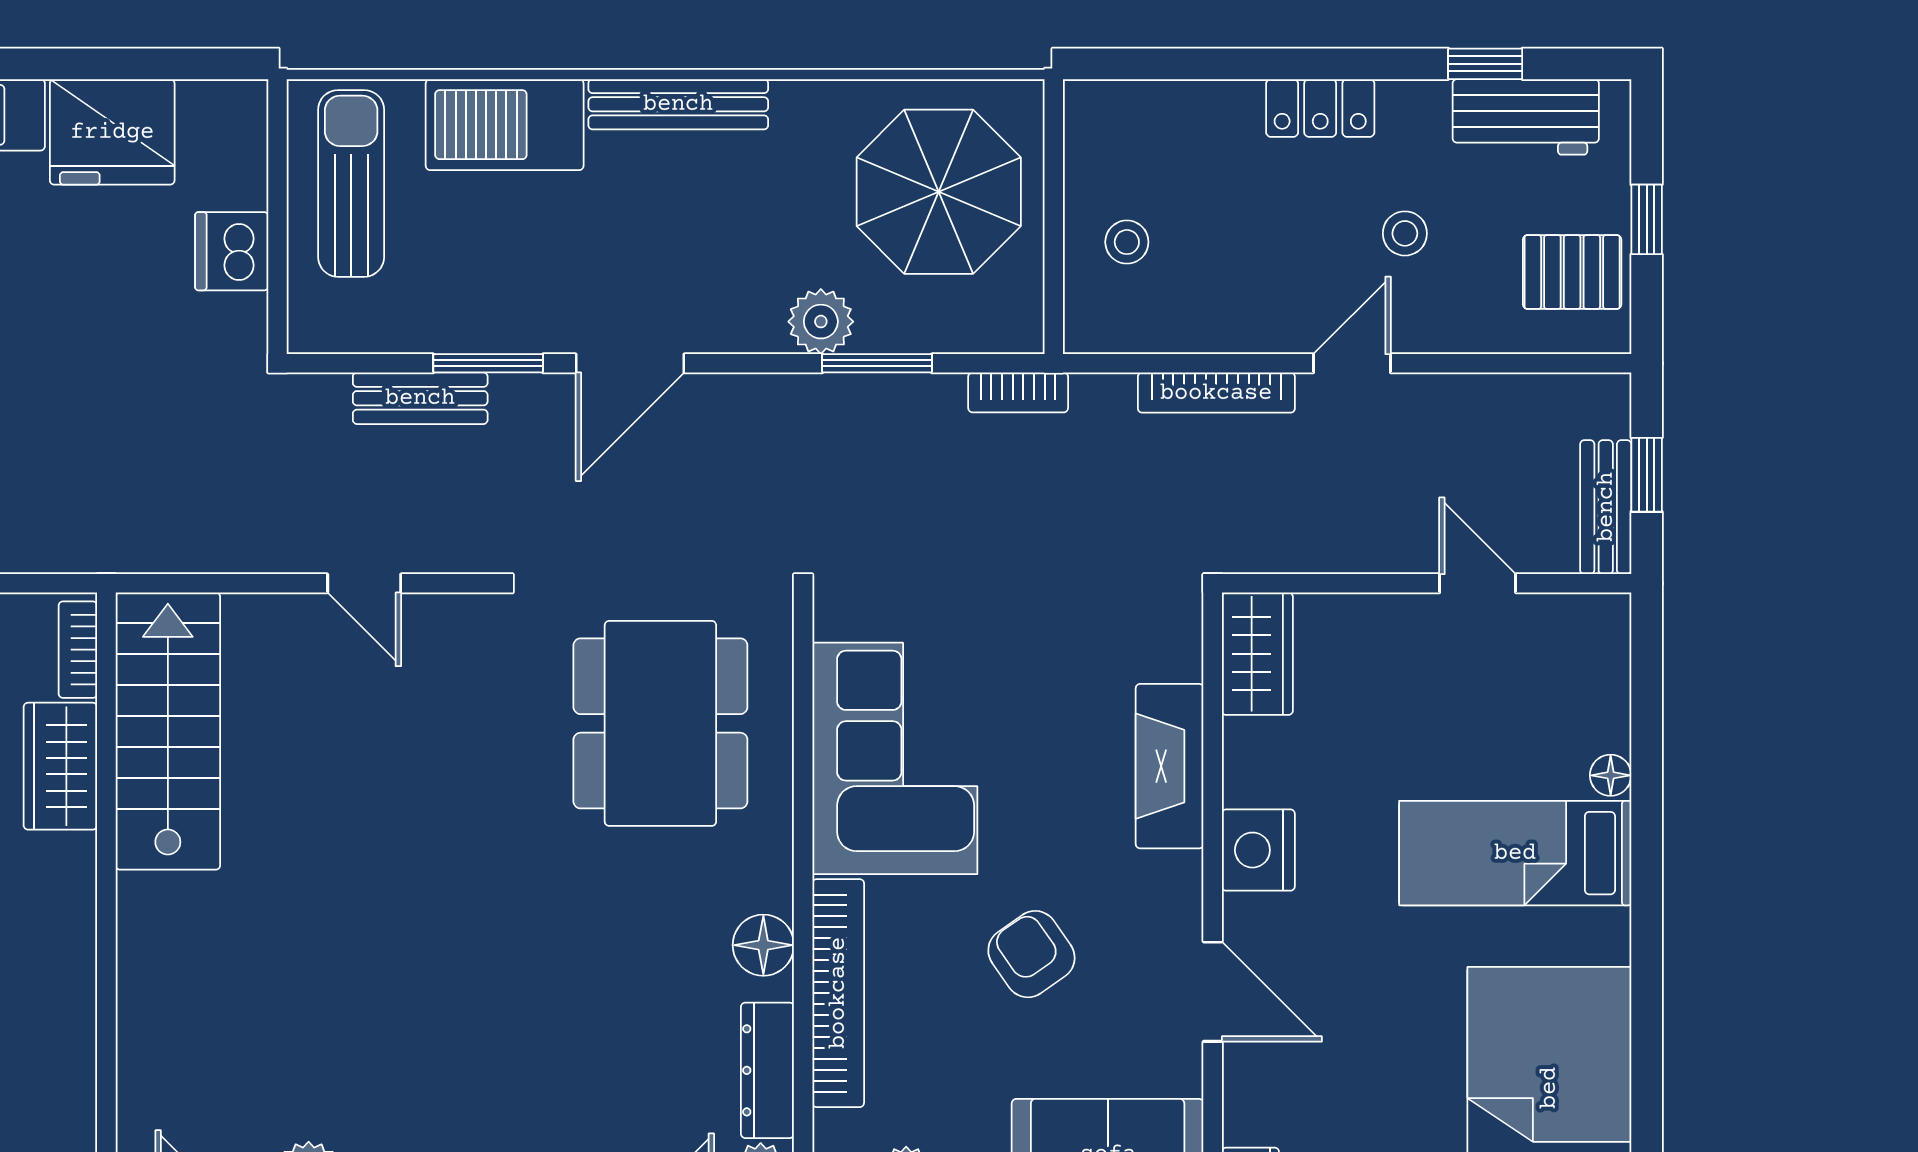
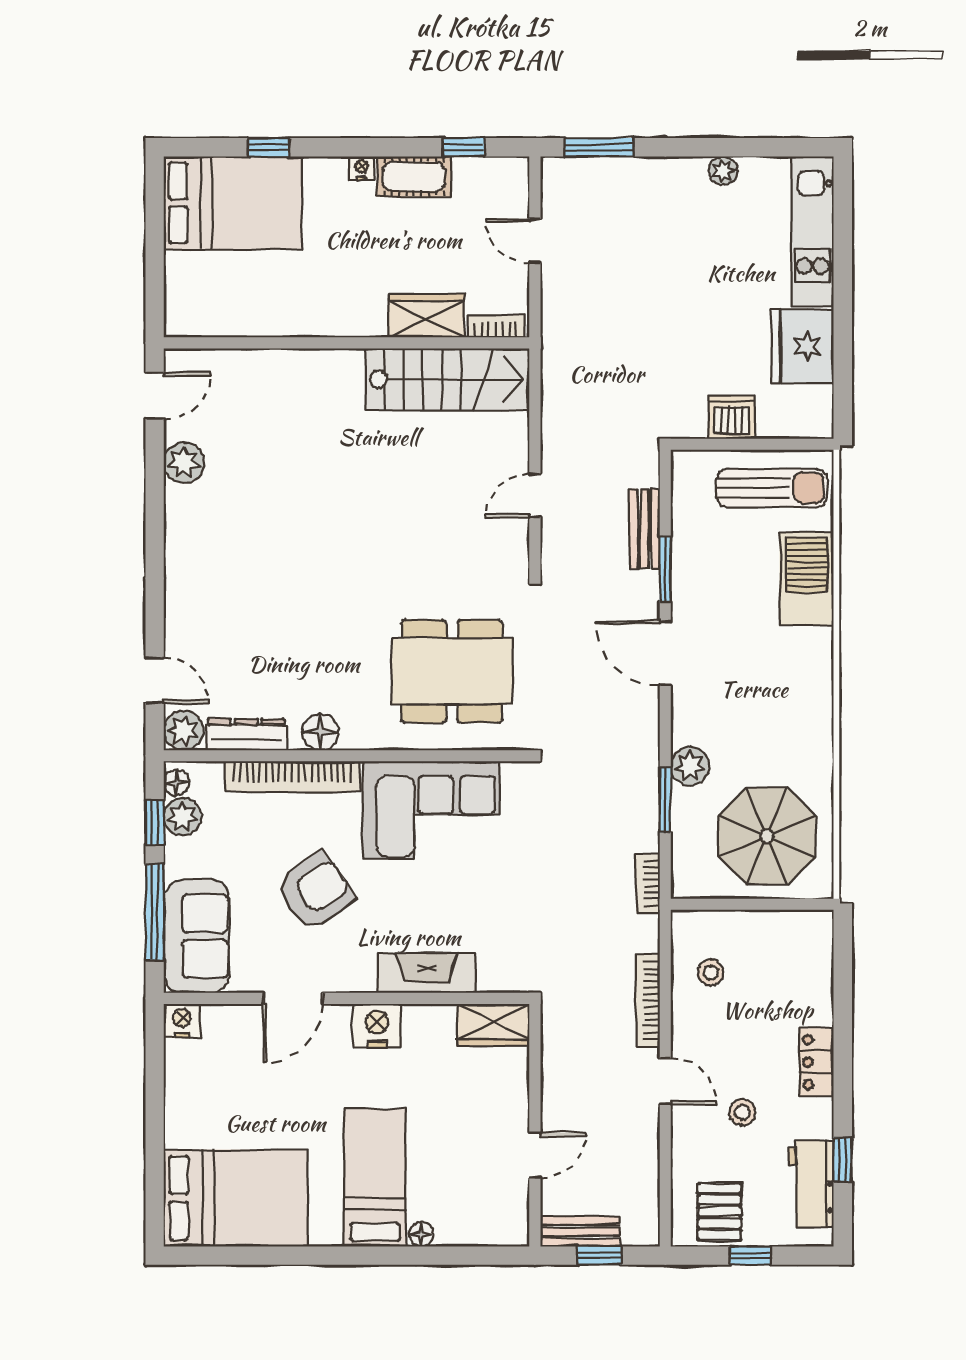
bench: (678, 104) -> (819, 682), removed
stool: (1127, 242) -> (711, 973), moved
armchair: (1031, 954) -> (315, 891), width x1.38, depth x1.38

